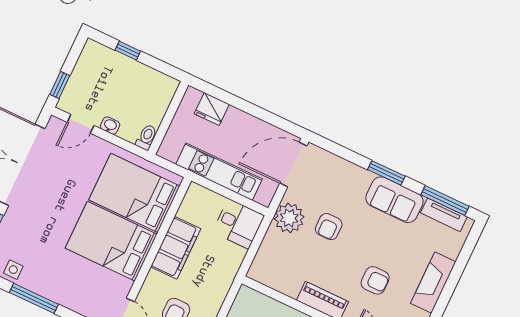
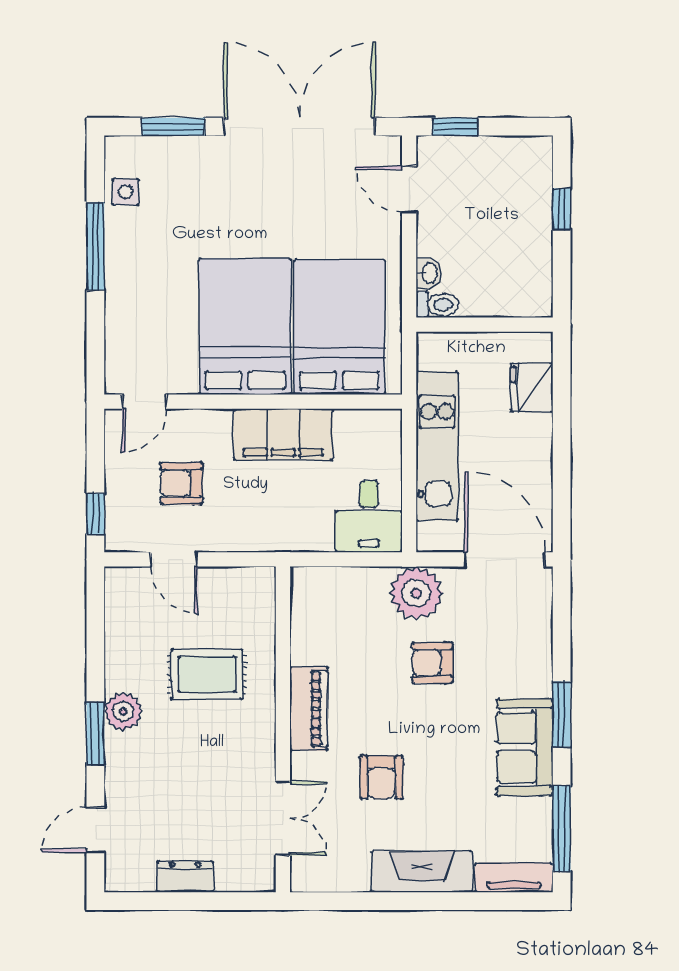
washbasin: (110, 126) -> (429, 273), moved
tv unit: (444, 215) -> (514, 878), moved, turned 90

